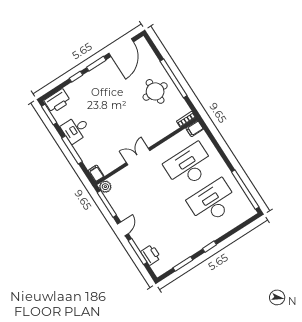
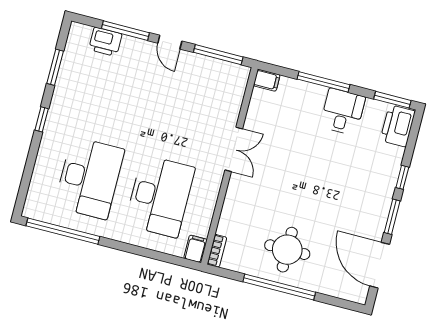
plant: (105, 187) -> (240, 74), removed

